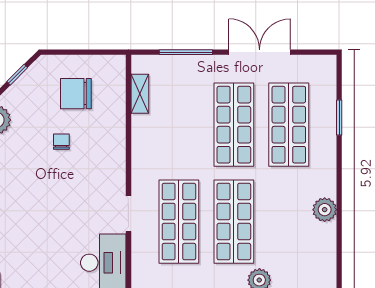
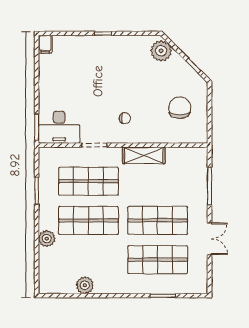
double door: (260, 52) -> (209, 239), width x0.73
shelving: (140, 94) -> (144, 155), moved, width x1.50, depth x1.33
chair: (61, 142) -> (125, 118), moved
plant: (325, 210) -> (85, 285), moved

